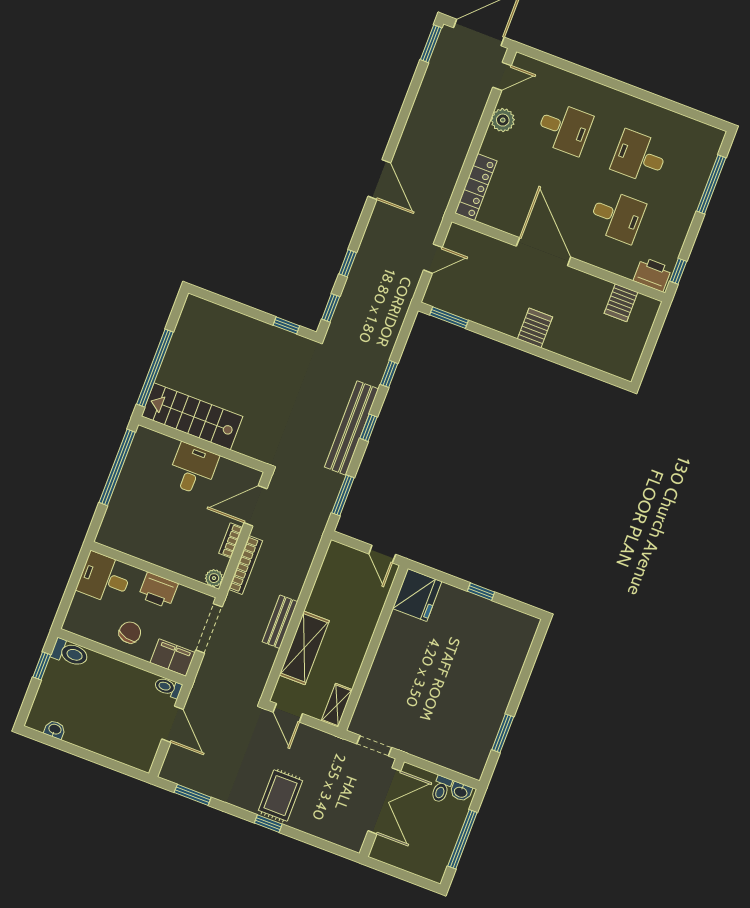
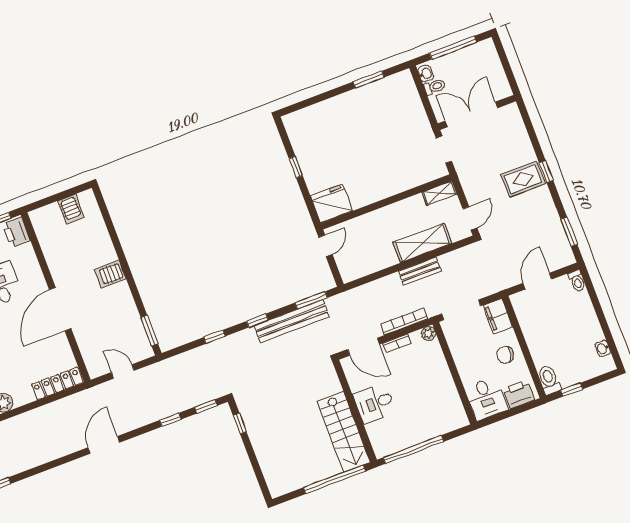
server rack: (621, 303) -> (71, 209), moved, turned 90
bench: (352, 428) -> (292, 321), moved
printer: (158, 590) -> (519, 394), moved, turned -90
toilet: (168, 687) -> (577, 281), moved

